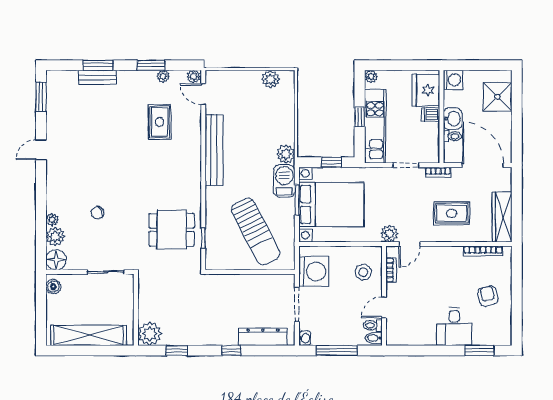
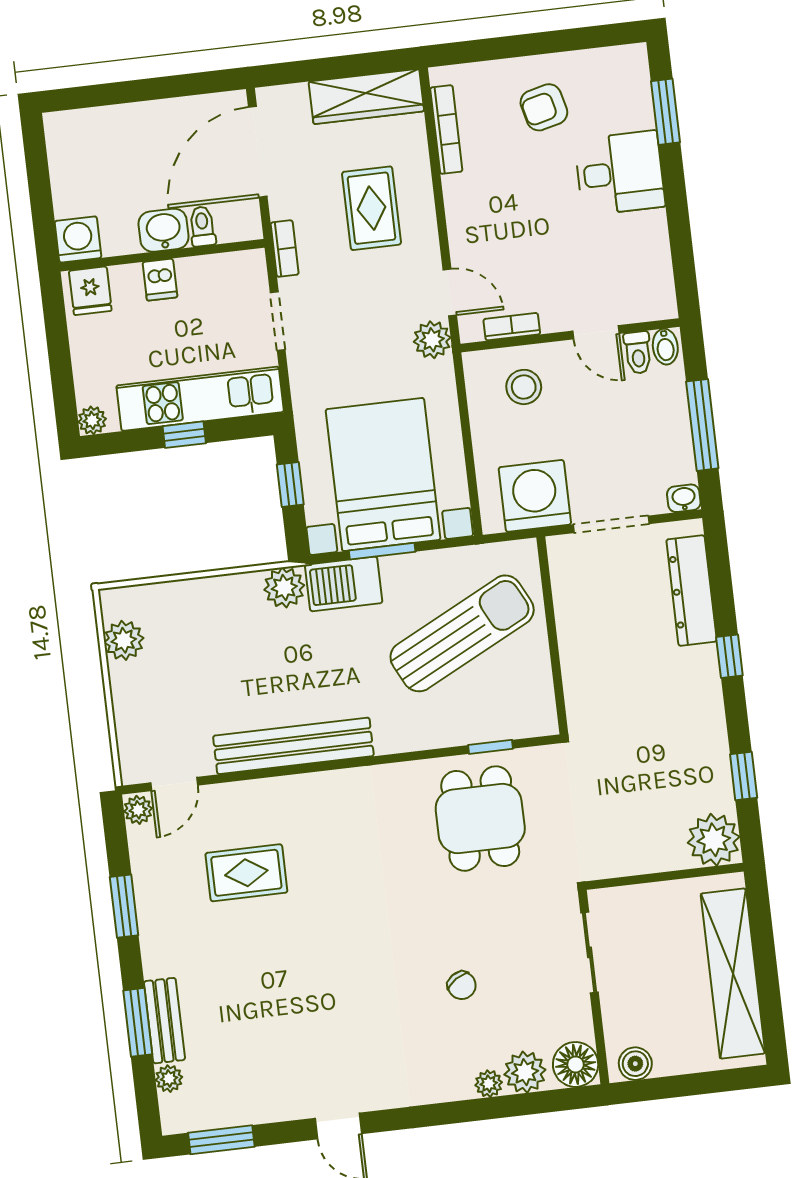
plant: (163, 76) -> (169, 1079), moved
fridge: (426, 90) -> (90, 291), width x0.53, depth x0.75
shower: (497, 97) -> (104, 138), removed

